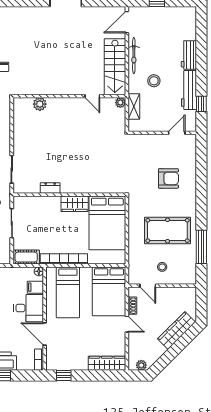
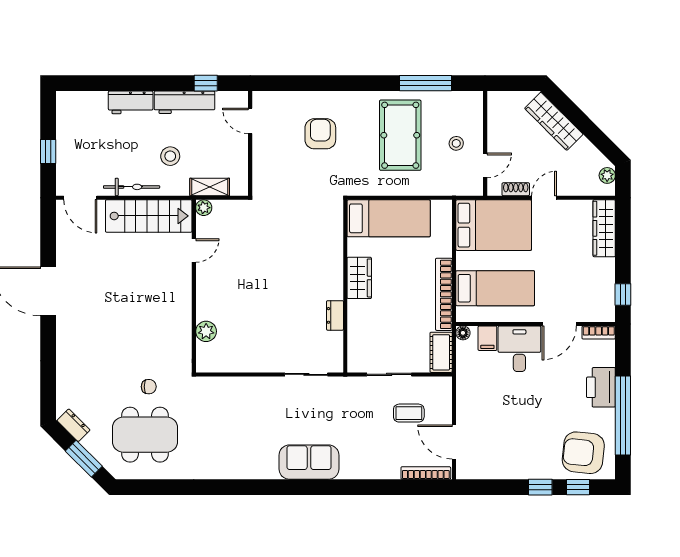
bed: (107, 223) -> (389, 218), width x0.67

